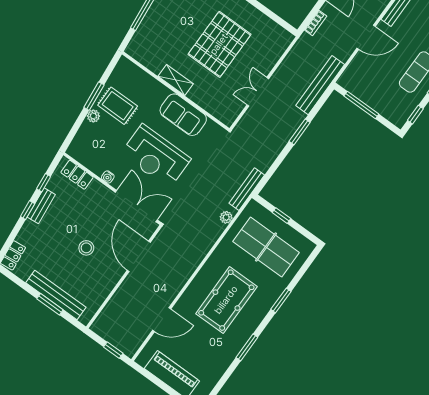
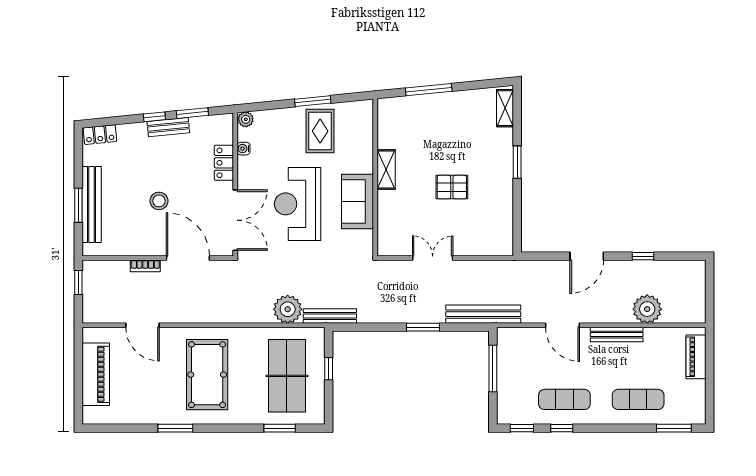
bookcase: (316, 23) -> (145, 266), moved
pallet: (219, 44) -> (452, 187), width x0.49, depth x0.50
plant: (93, 116) -> (246, 119), moved
locker: (77, 175) -> (224, 163), moved
water cooler: (108, 177) -> (244, 149), moved
window: (44, 183) -> (192, 113), width x1.50
plant: (226, 217) -> (288, 309), width x1.87, depth x1.87
door: (139, 256) -> (188, 258), hinge flipped
pool table: (226, 300) -> (207, 375), turned 90
window: (281, 300) -> (280, 428), moved
window: (113, 350) -> (78, 283), moved

